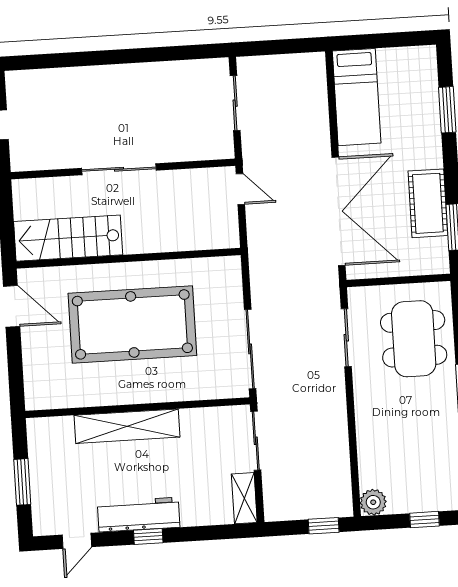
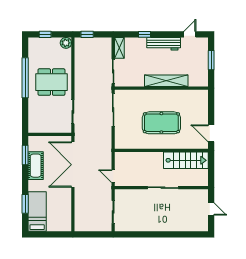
bed: (357, 97) -> (37, 211), moved
pool table: (132, 324) -> (161, 123), width x0.73, depth x0.76
dining table: (414, 339) -> (51, 82), moved, turned 90
window: (148, 537) -> (144, 34), moved

